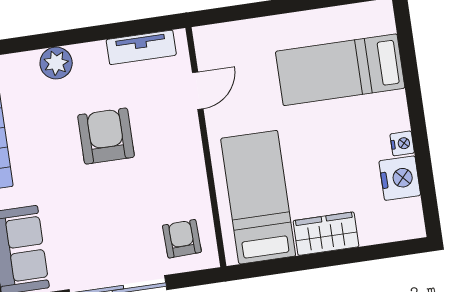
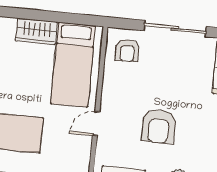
door: (198, 91) -> (96, 124), moved

